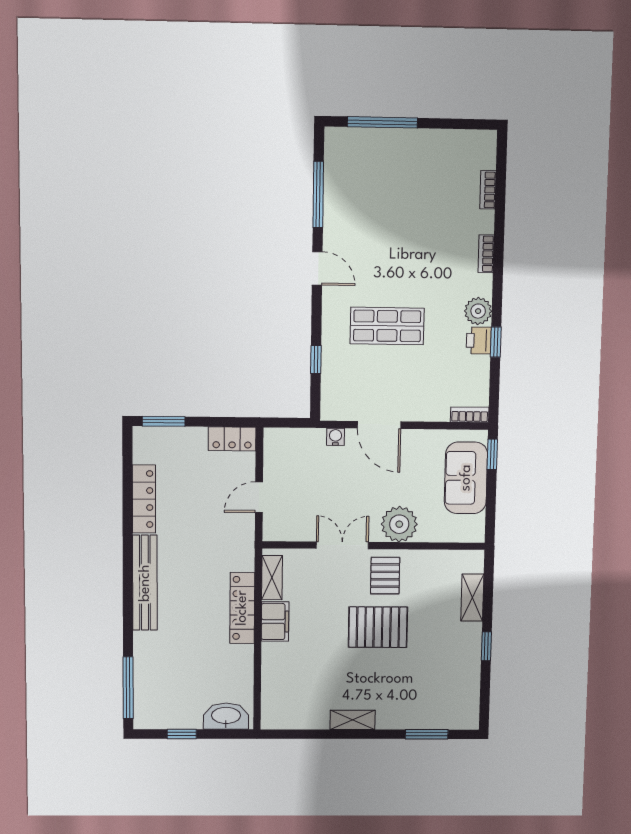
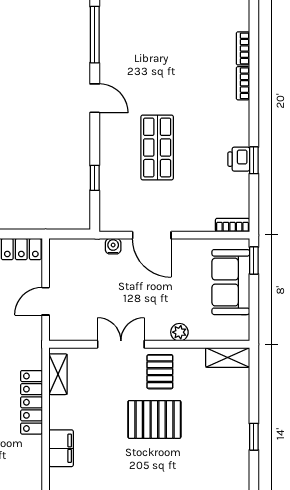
bookcase: (488, 190) -> (243, 48), moved
plant: (478, 311) -> (237, 133), removed
shop shelf: (387, 326) -> (157, 147), turned 90
plant: (399, 524) -> (179, 332), width x0.53, depth x0.53
shelving: (472, 598) -> (228, 357), moved, turned 90
filing cabinet: (275, 622) -> (61, 448), moved

